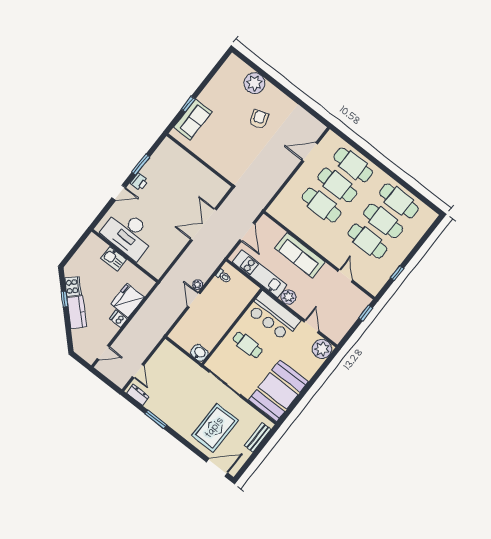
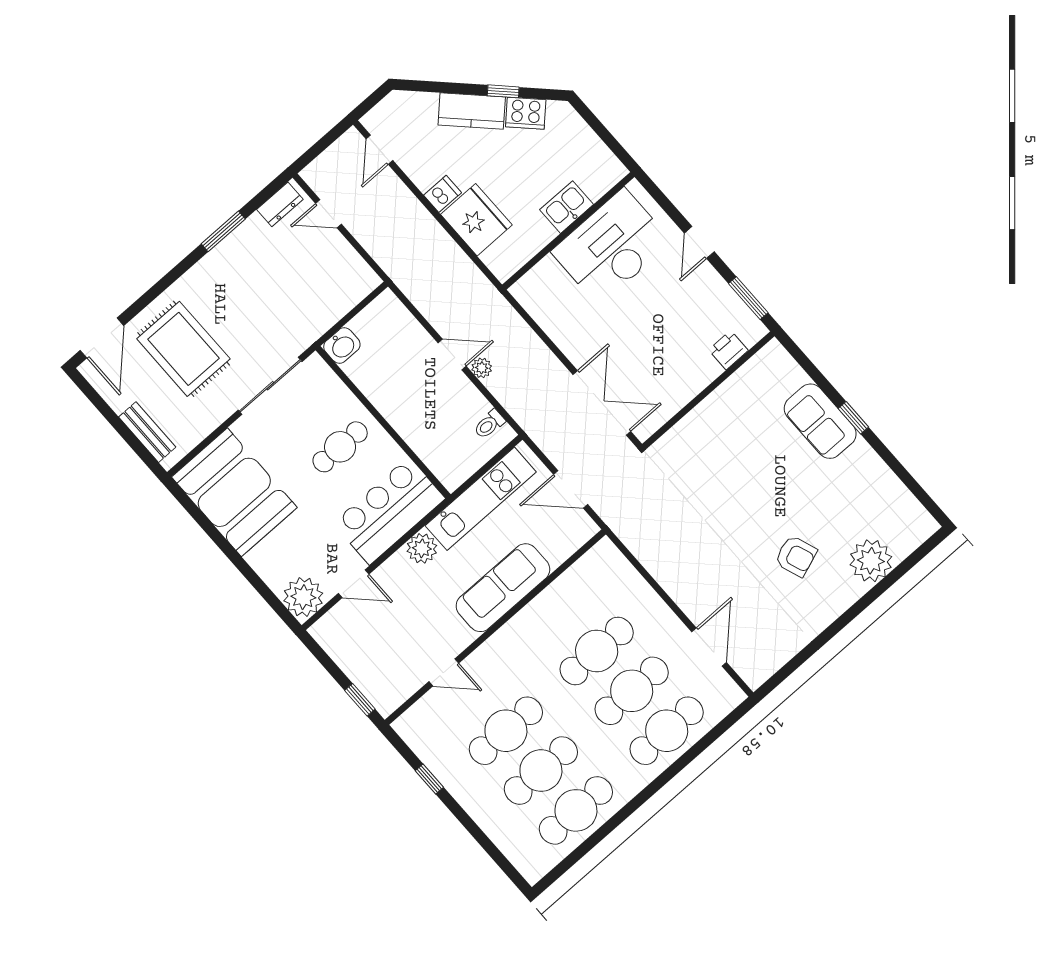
wall: (200, 160) -> (708, 390), moved
printer: (139, 182) -> (728, 350), moved, turned 90

